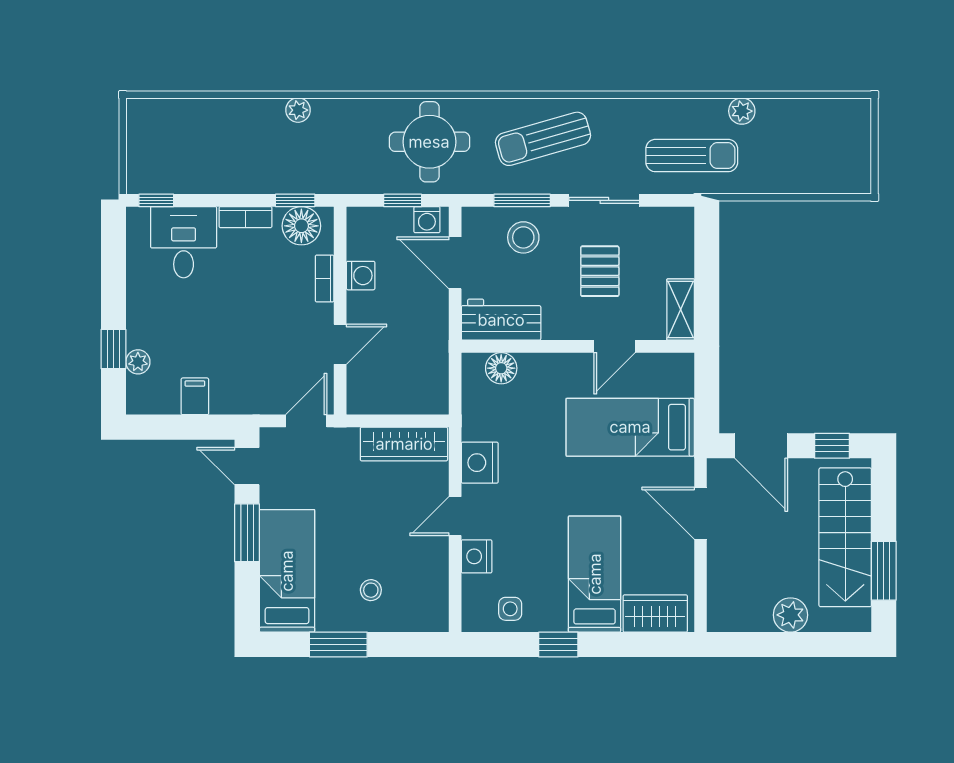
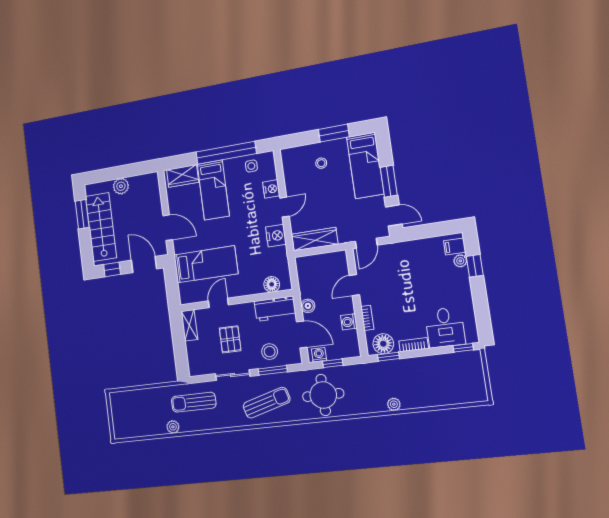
boiler: (435, 316) -> (308, 306), added
filing cabinet: (195, 396) -> (455, 246), moved, turned 90
window: (558, 645) -> (226, 153), width x3.17

